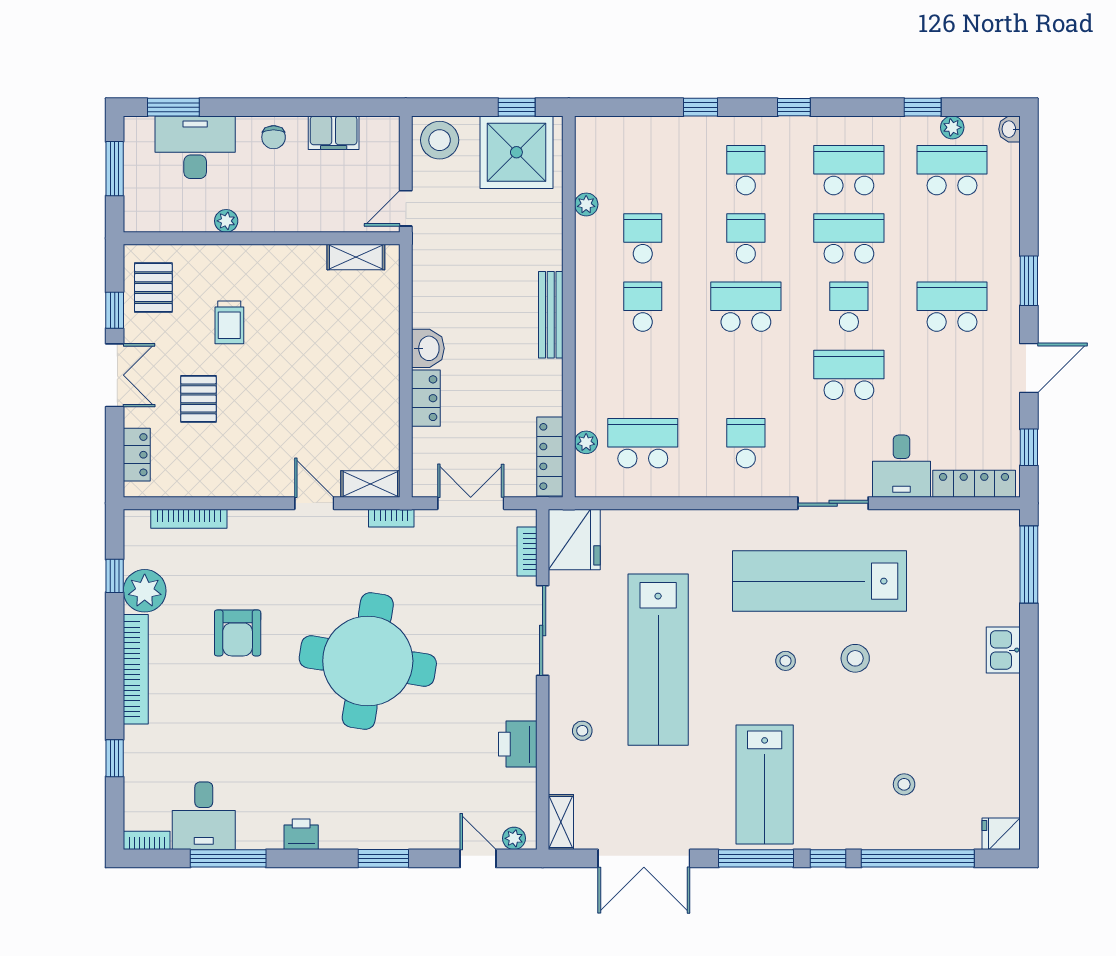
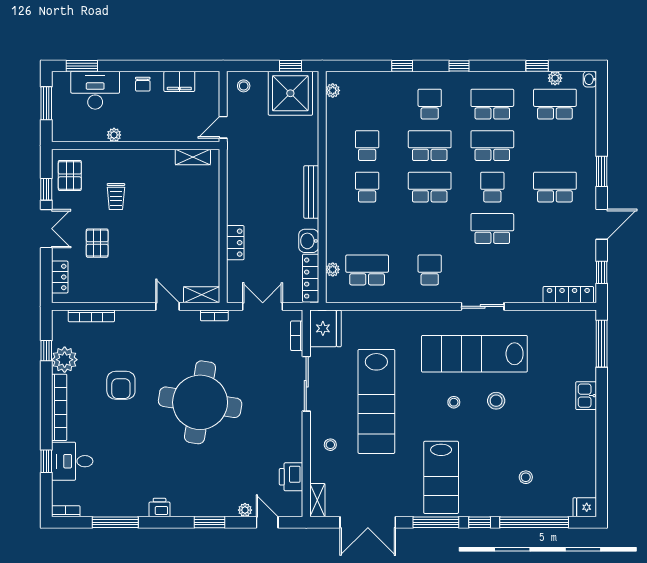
stool: (440, 140) -> (244, 86), width x0.53, depth x0.53
plant: (586, 204) -> (333, 90), moved
school desk: (746, 238) -> (430, 146), width x1.85
washbasin: (428, 348) -> (309, 241), moved, turned 180
desk: (902, 466) -> (524, 284), removed
printer: (518, 744) -> (291, 477), moved
desk: (204, 816) -> (72, 461), moved, turned 90
plant: (514, 838) -> (245, 510), moved

